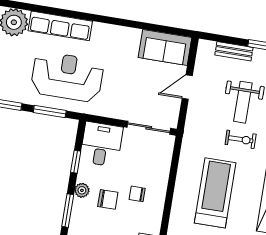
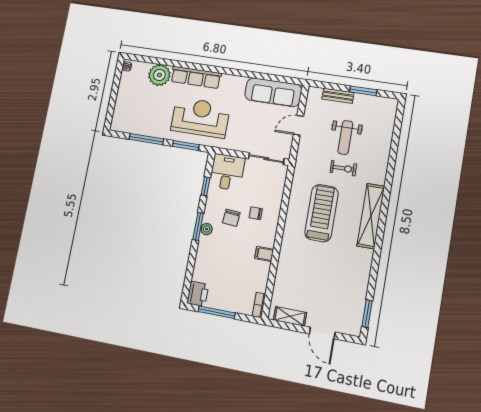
sofa: (165, 47) -> (273, 92), width x1.36
plant: (82, 190) -> (207, 229), moved
chair: (108, 199) -> (231, 218), turned 95

